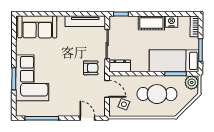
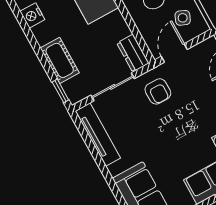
cot: (151, 23) -> (60, 60), moved
armchair: (91, 68) -> (158, 91), turned 180

